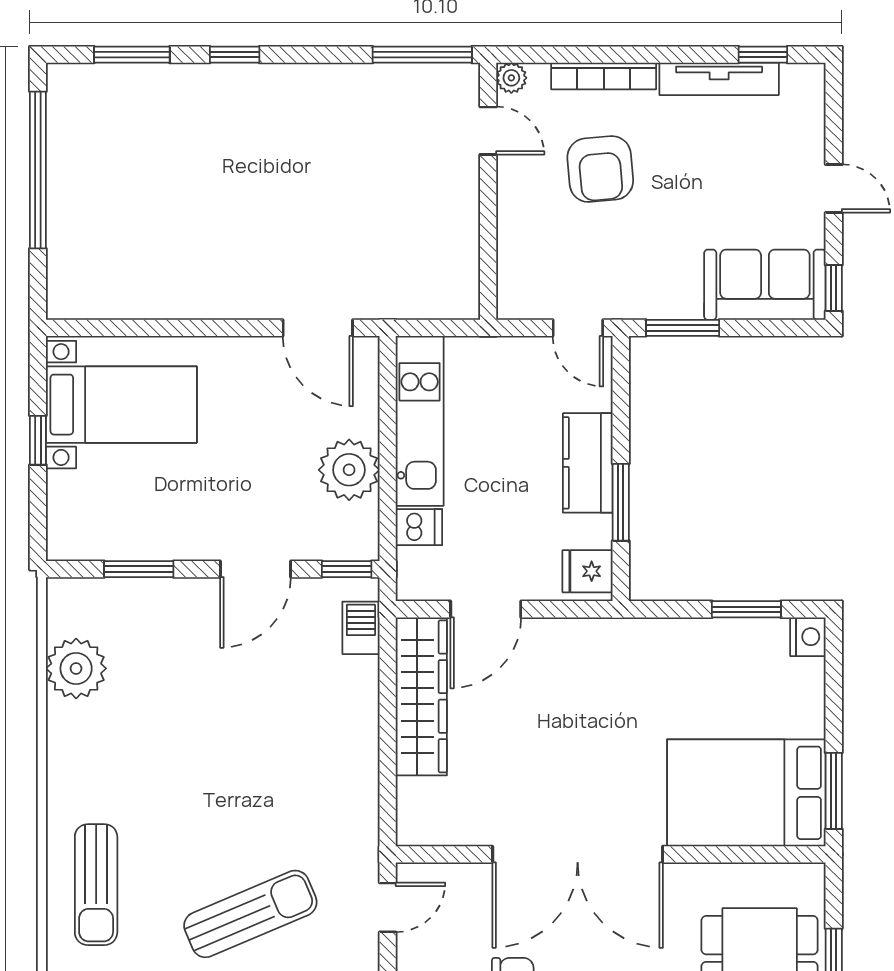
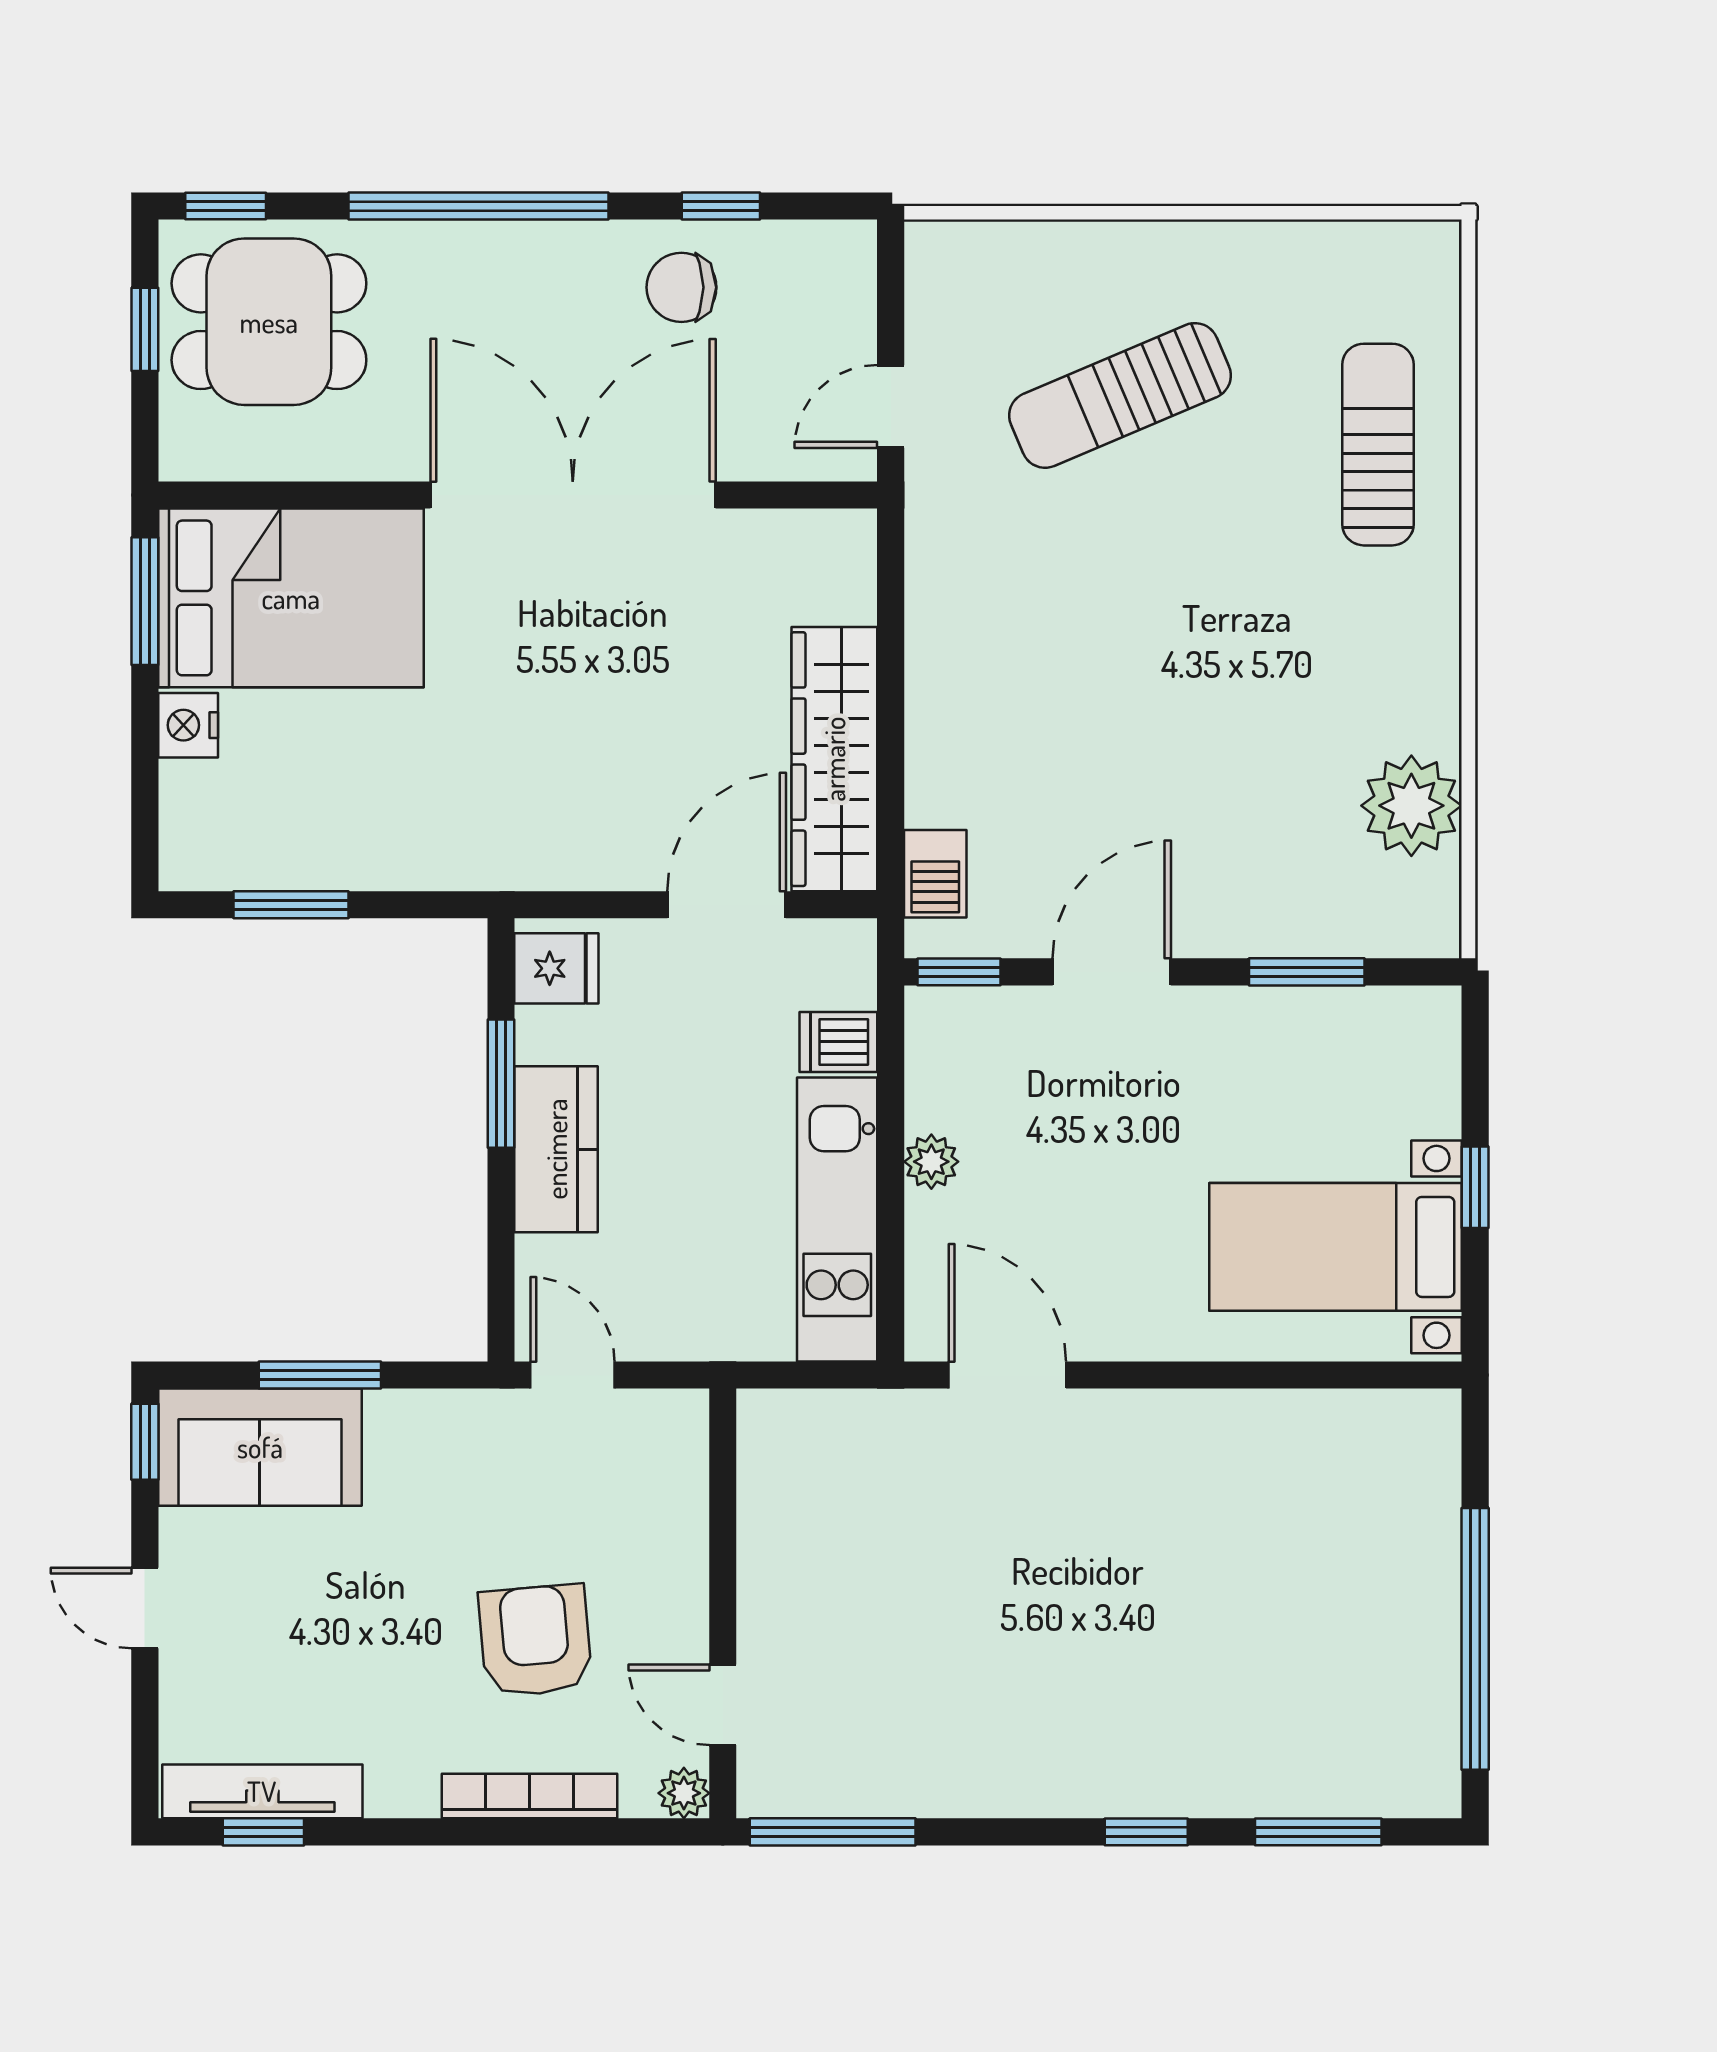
tv unit: (719, 79) -> (262, 1791), moved
window: (683, 328) -> (320, 1375), moved
plant: (349, 470) -> (931, 1162), width x0.53, depth x0.53
nightstand: (808, 637) -> (188, 725), moved

